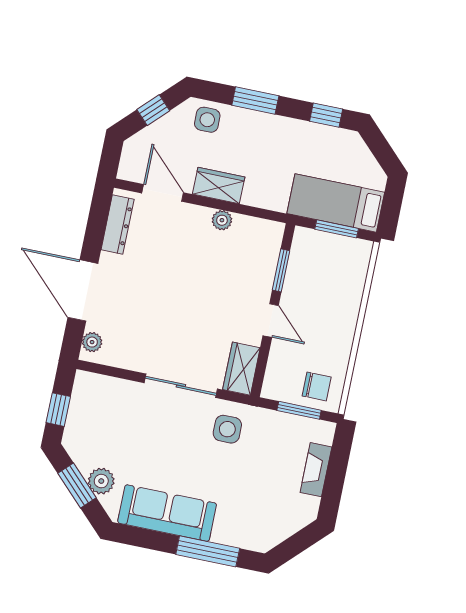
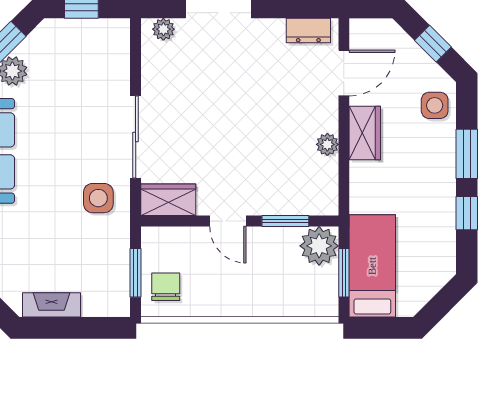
window: (326, 115) -> (467, 213), moved
dresser: (118, 225) -> (308, 30), width x0.70
plant: (309, 246) -> (319, 246), added
door: (271, 321) -> (228, 221), hinge flipped
chair: (317, 386) -> (166, 287), turned 180
fireplace: (316, 470) -> (51, 305), moved

